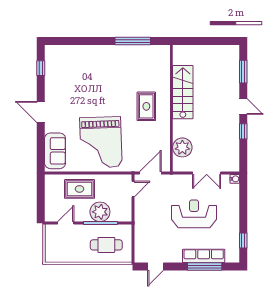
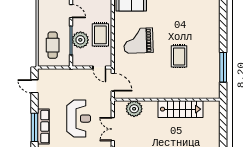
rug: (146, 106) -> (179, 56), moved, turned 90
grand piano: (101, 142) -> (138, 41), width x0.73, depth x0.68
rug: (80, 189) -> (100, 35), moved

